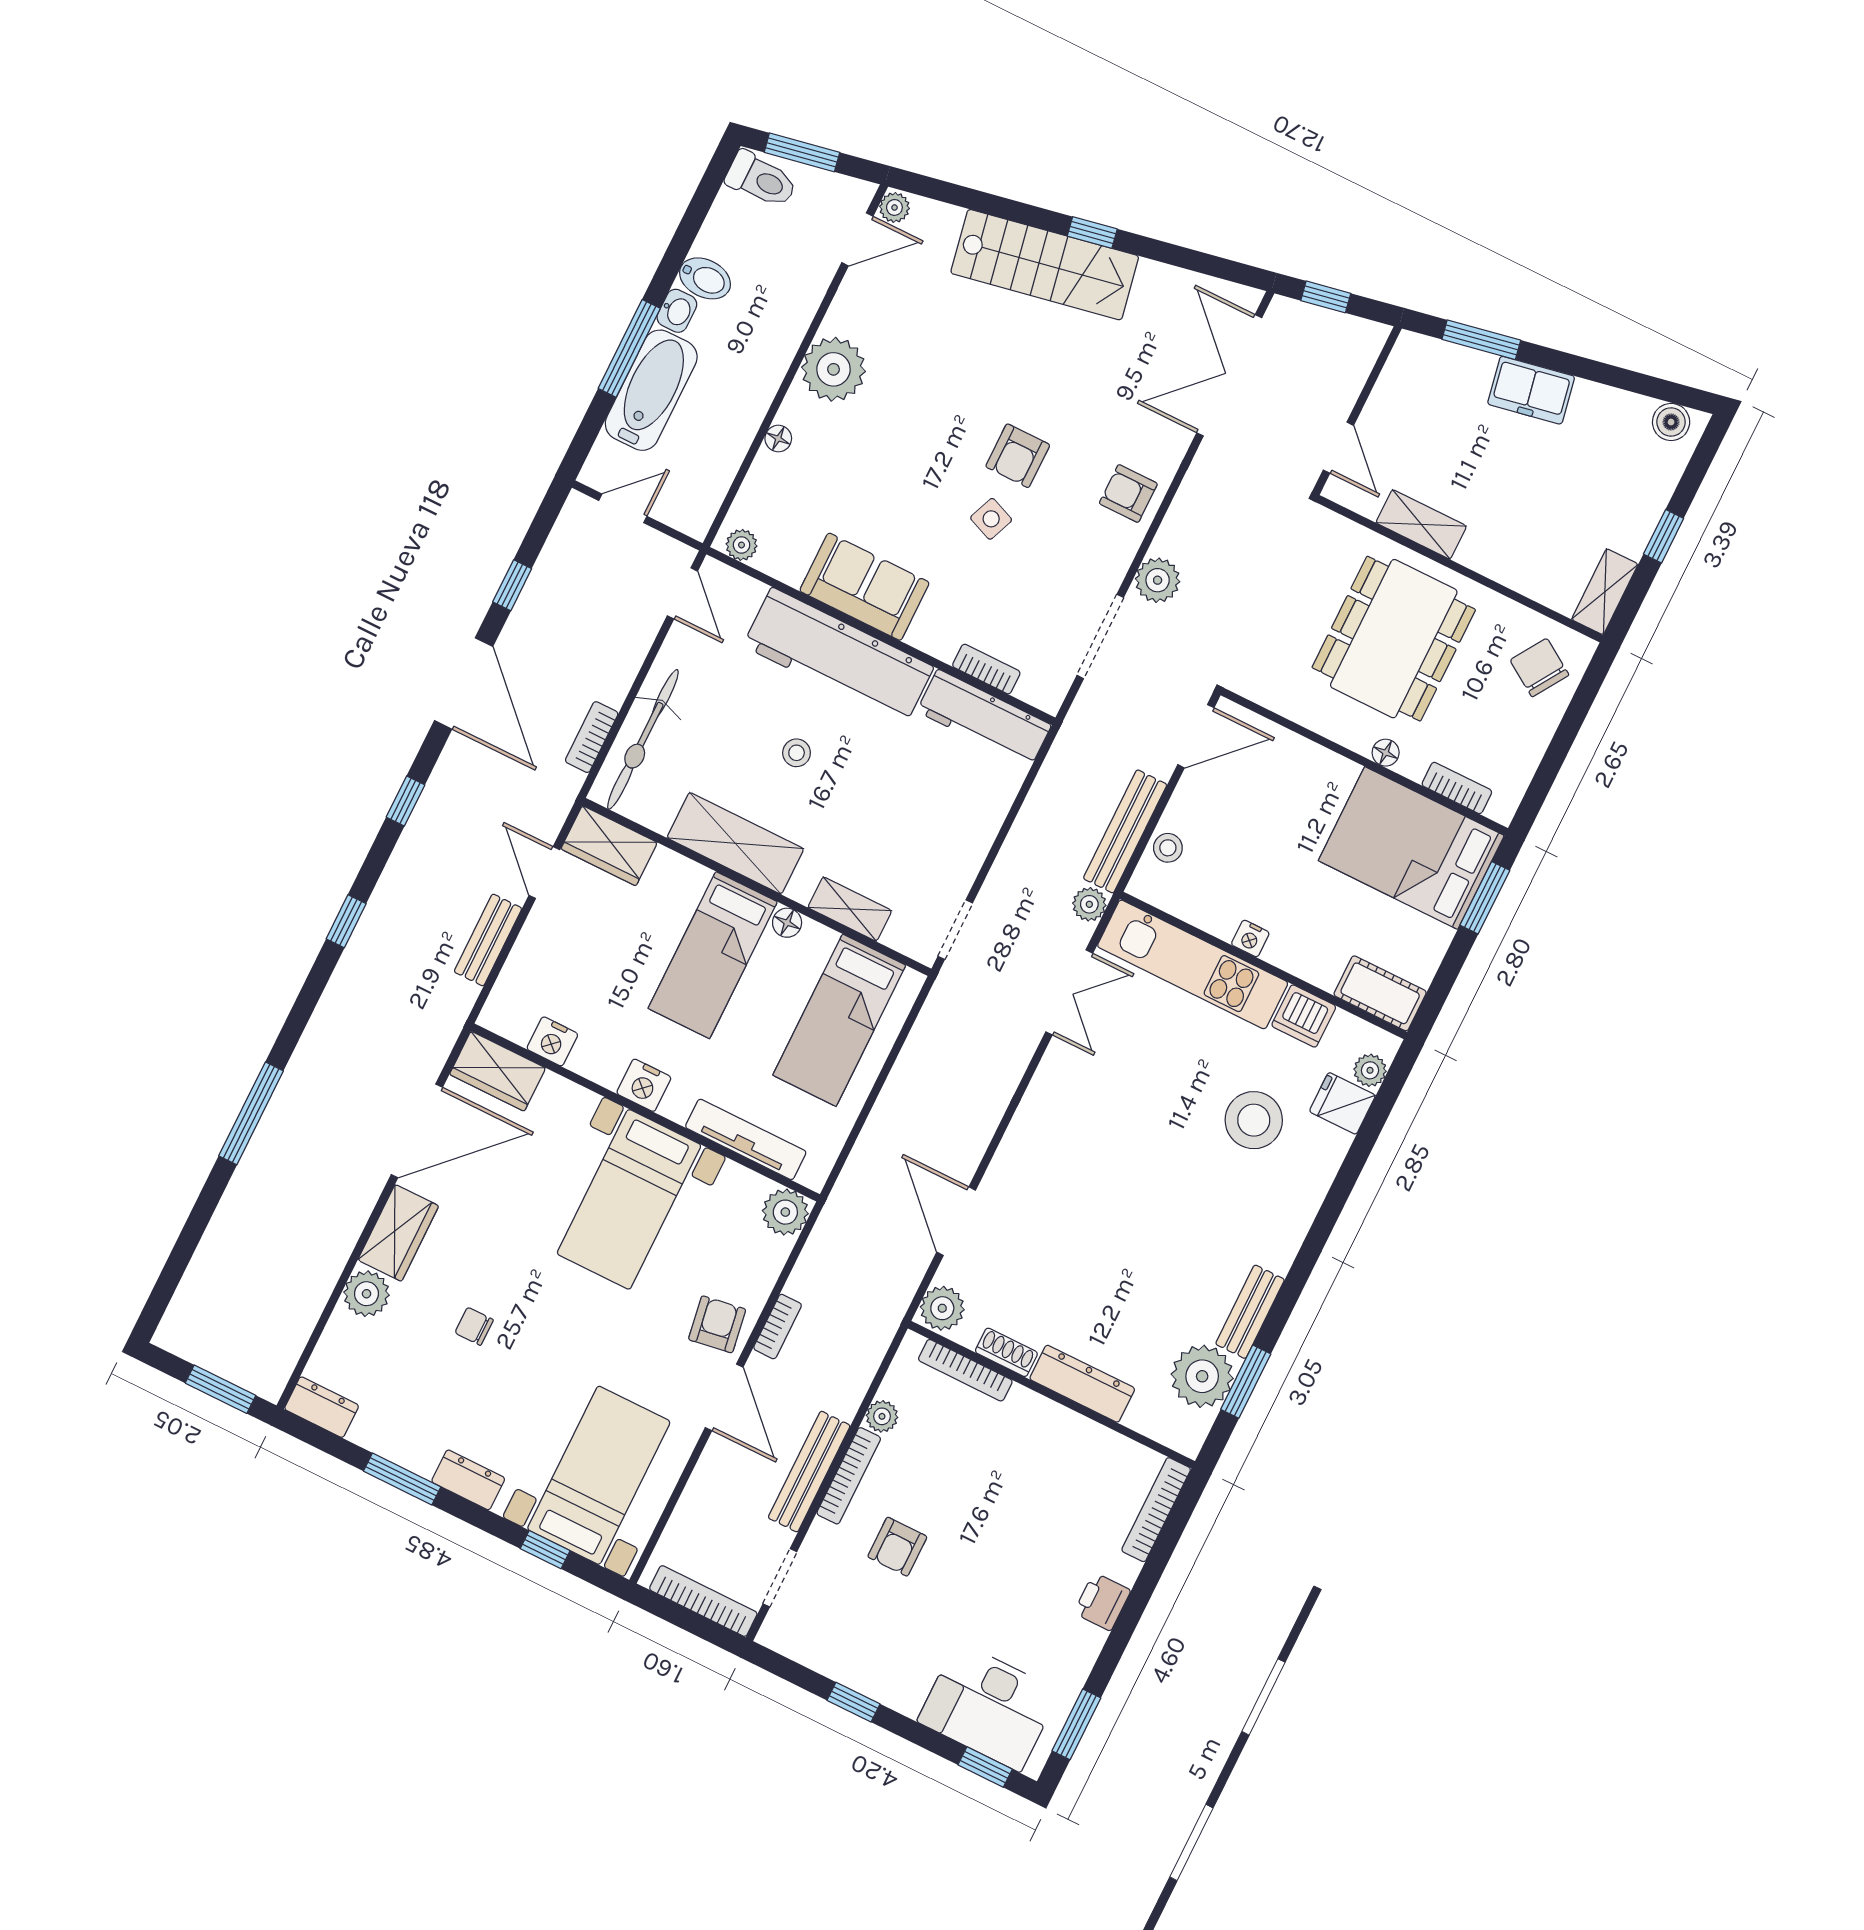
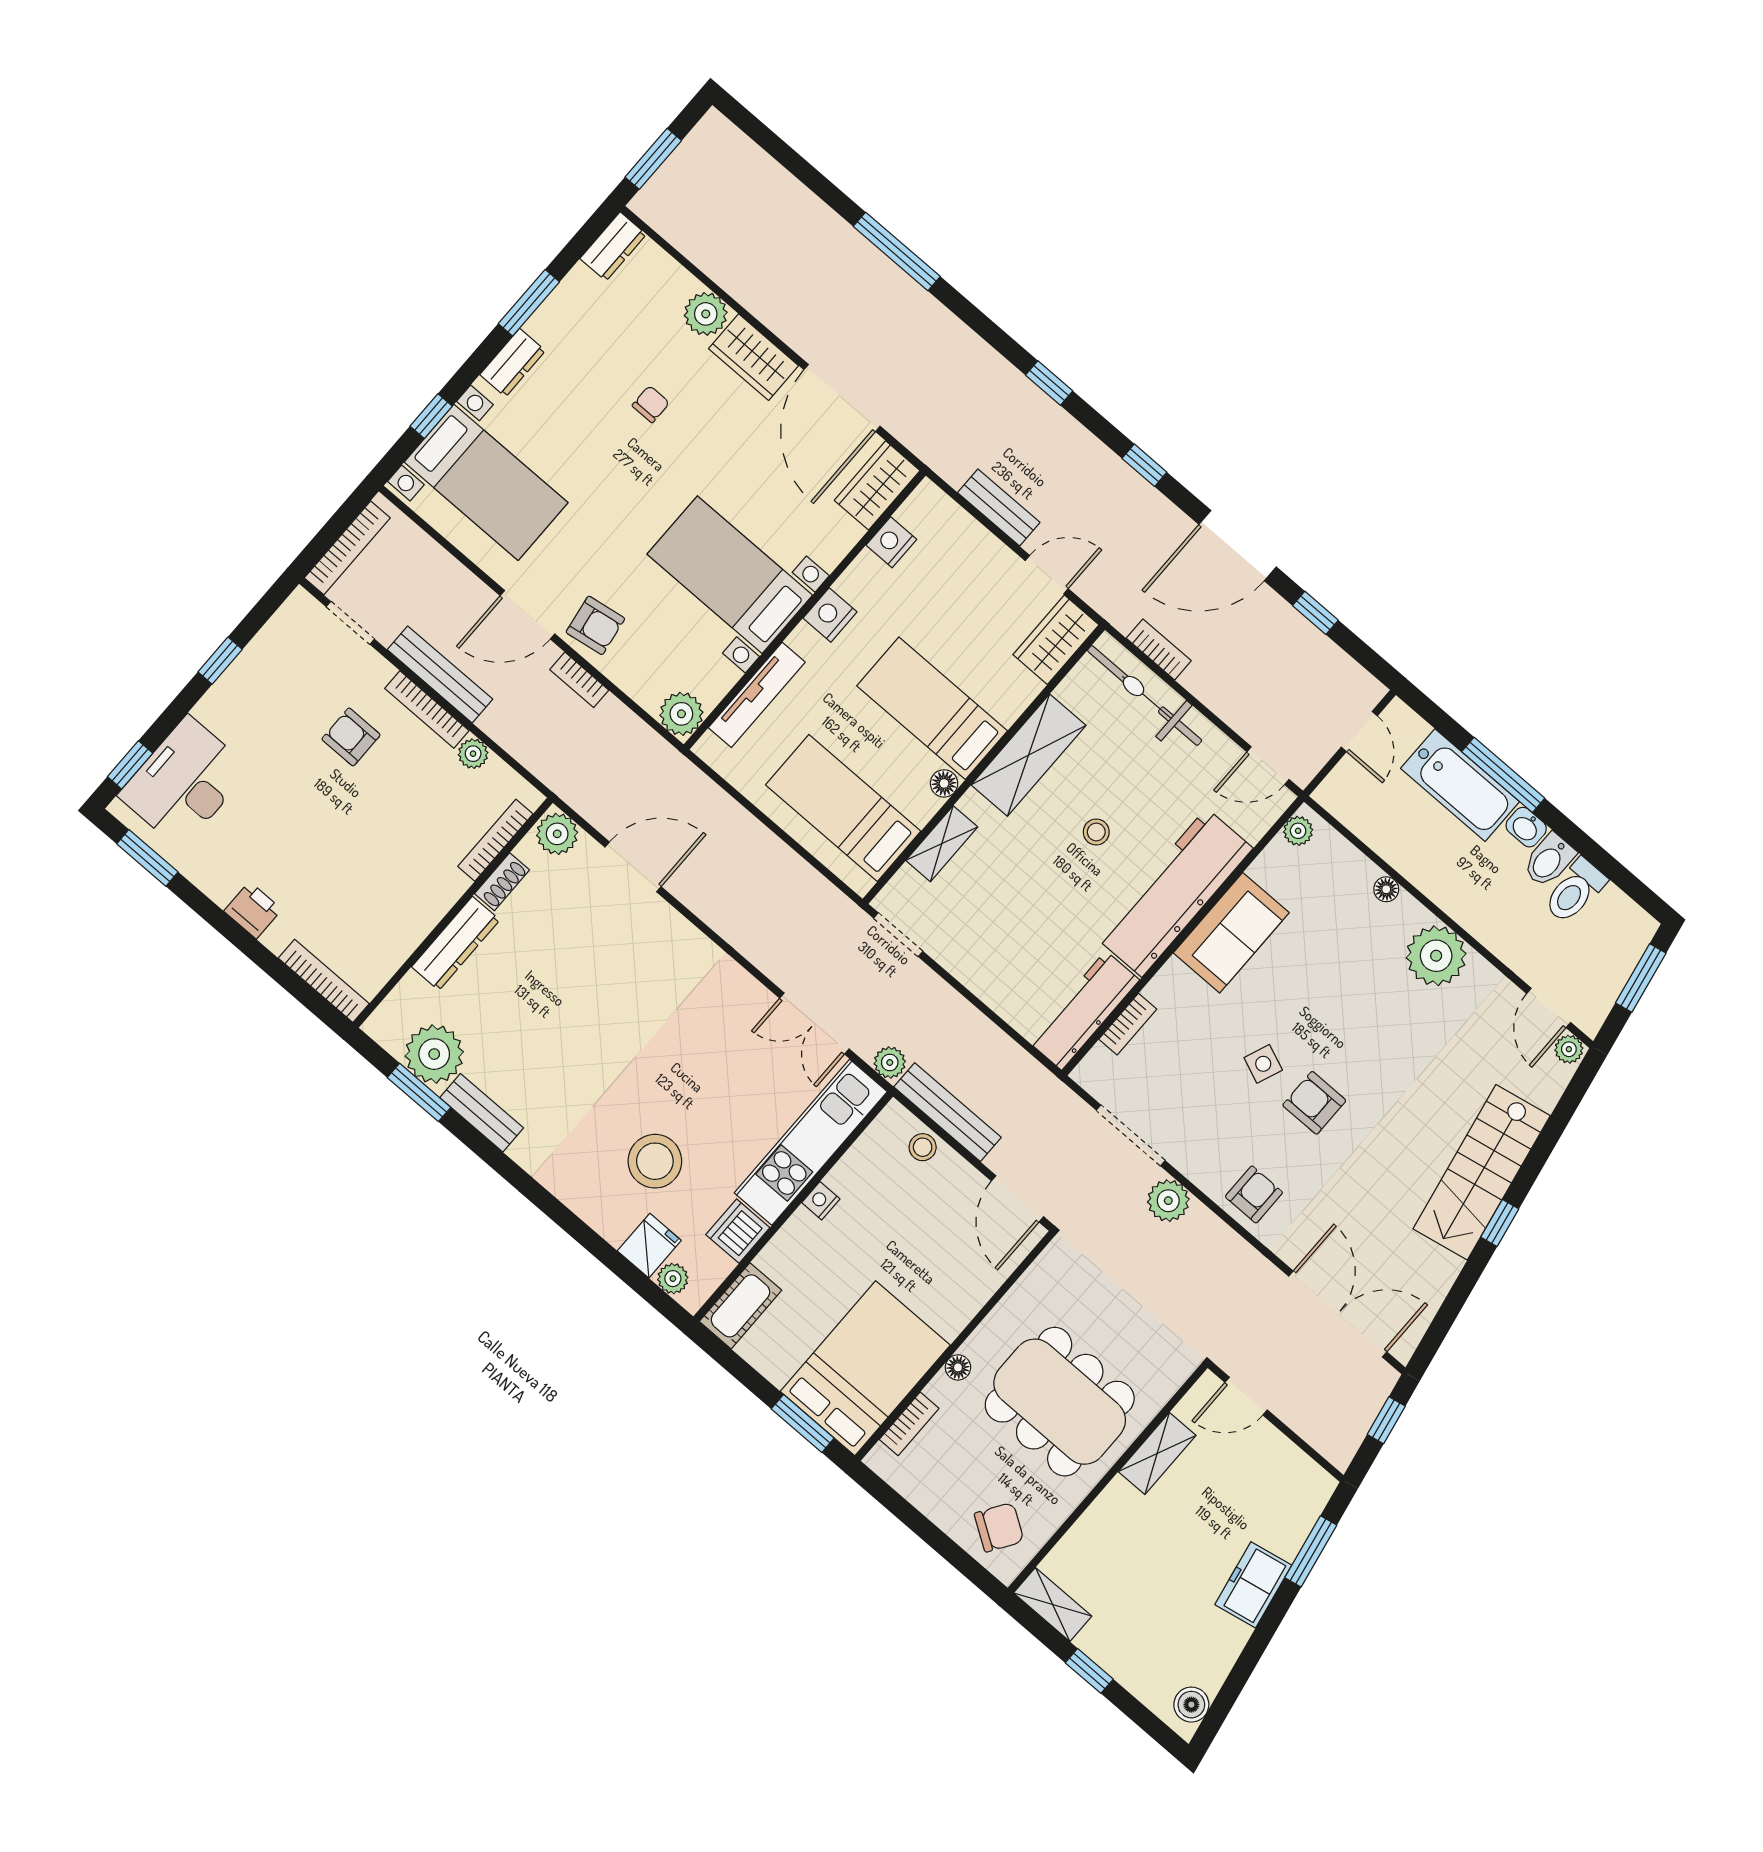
toilet: (761, 180) -> (1575, 891), moved

